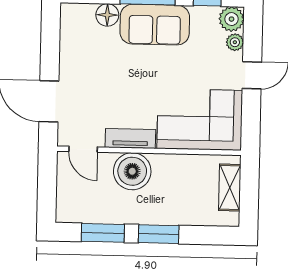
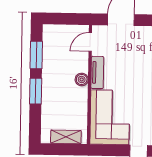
boiler: (132, 171) -> (82, 79), width x0.54, depth x0.54

